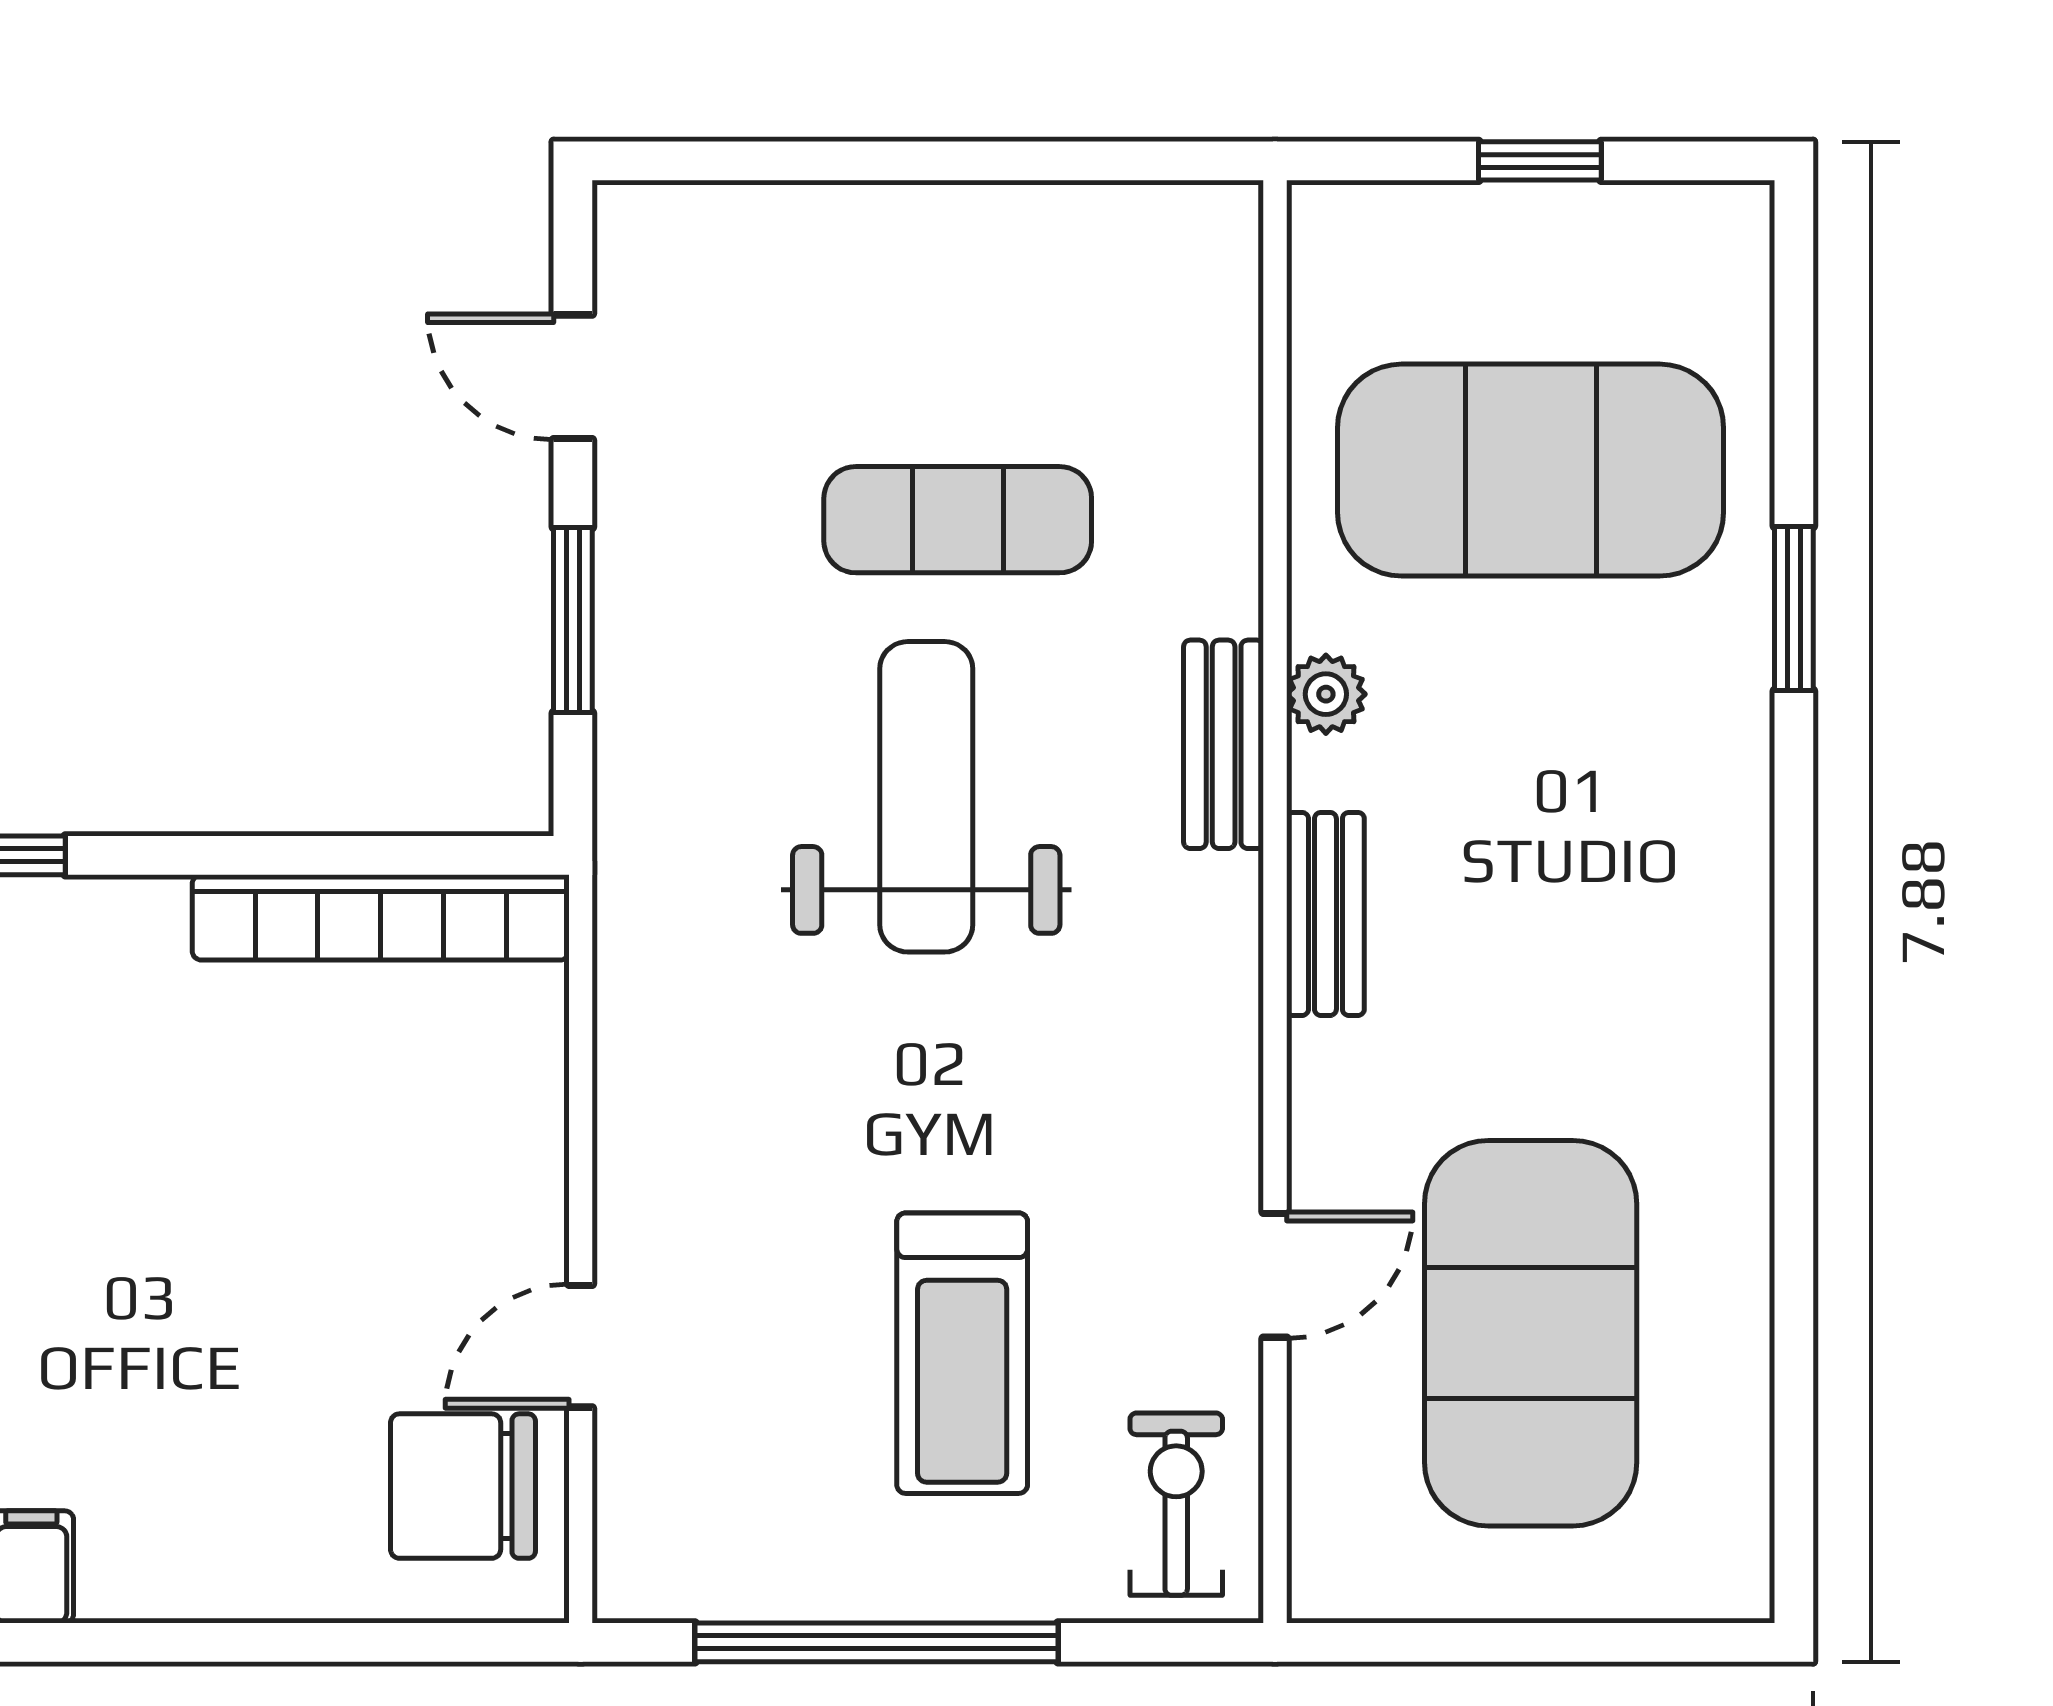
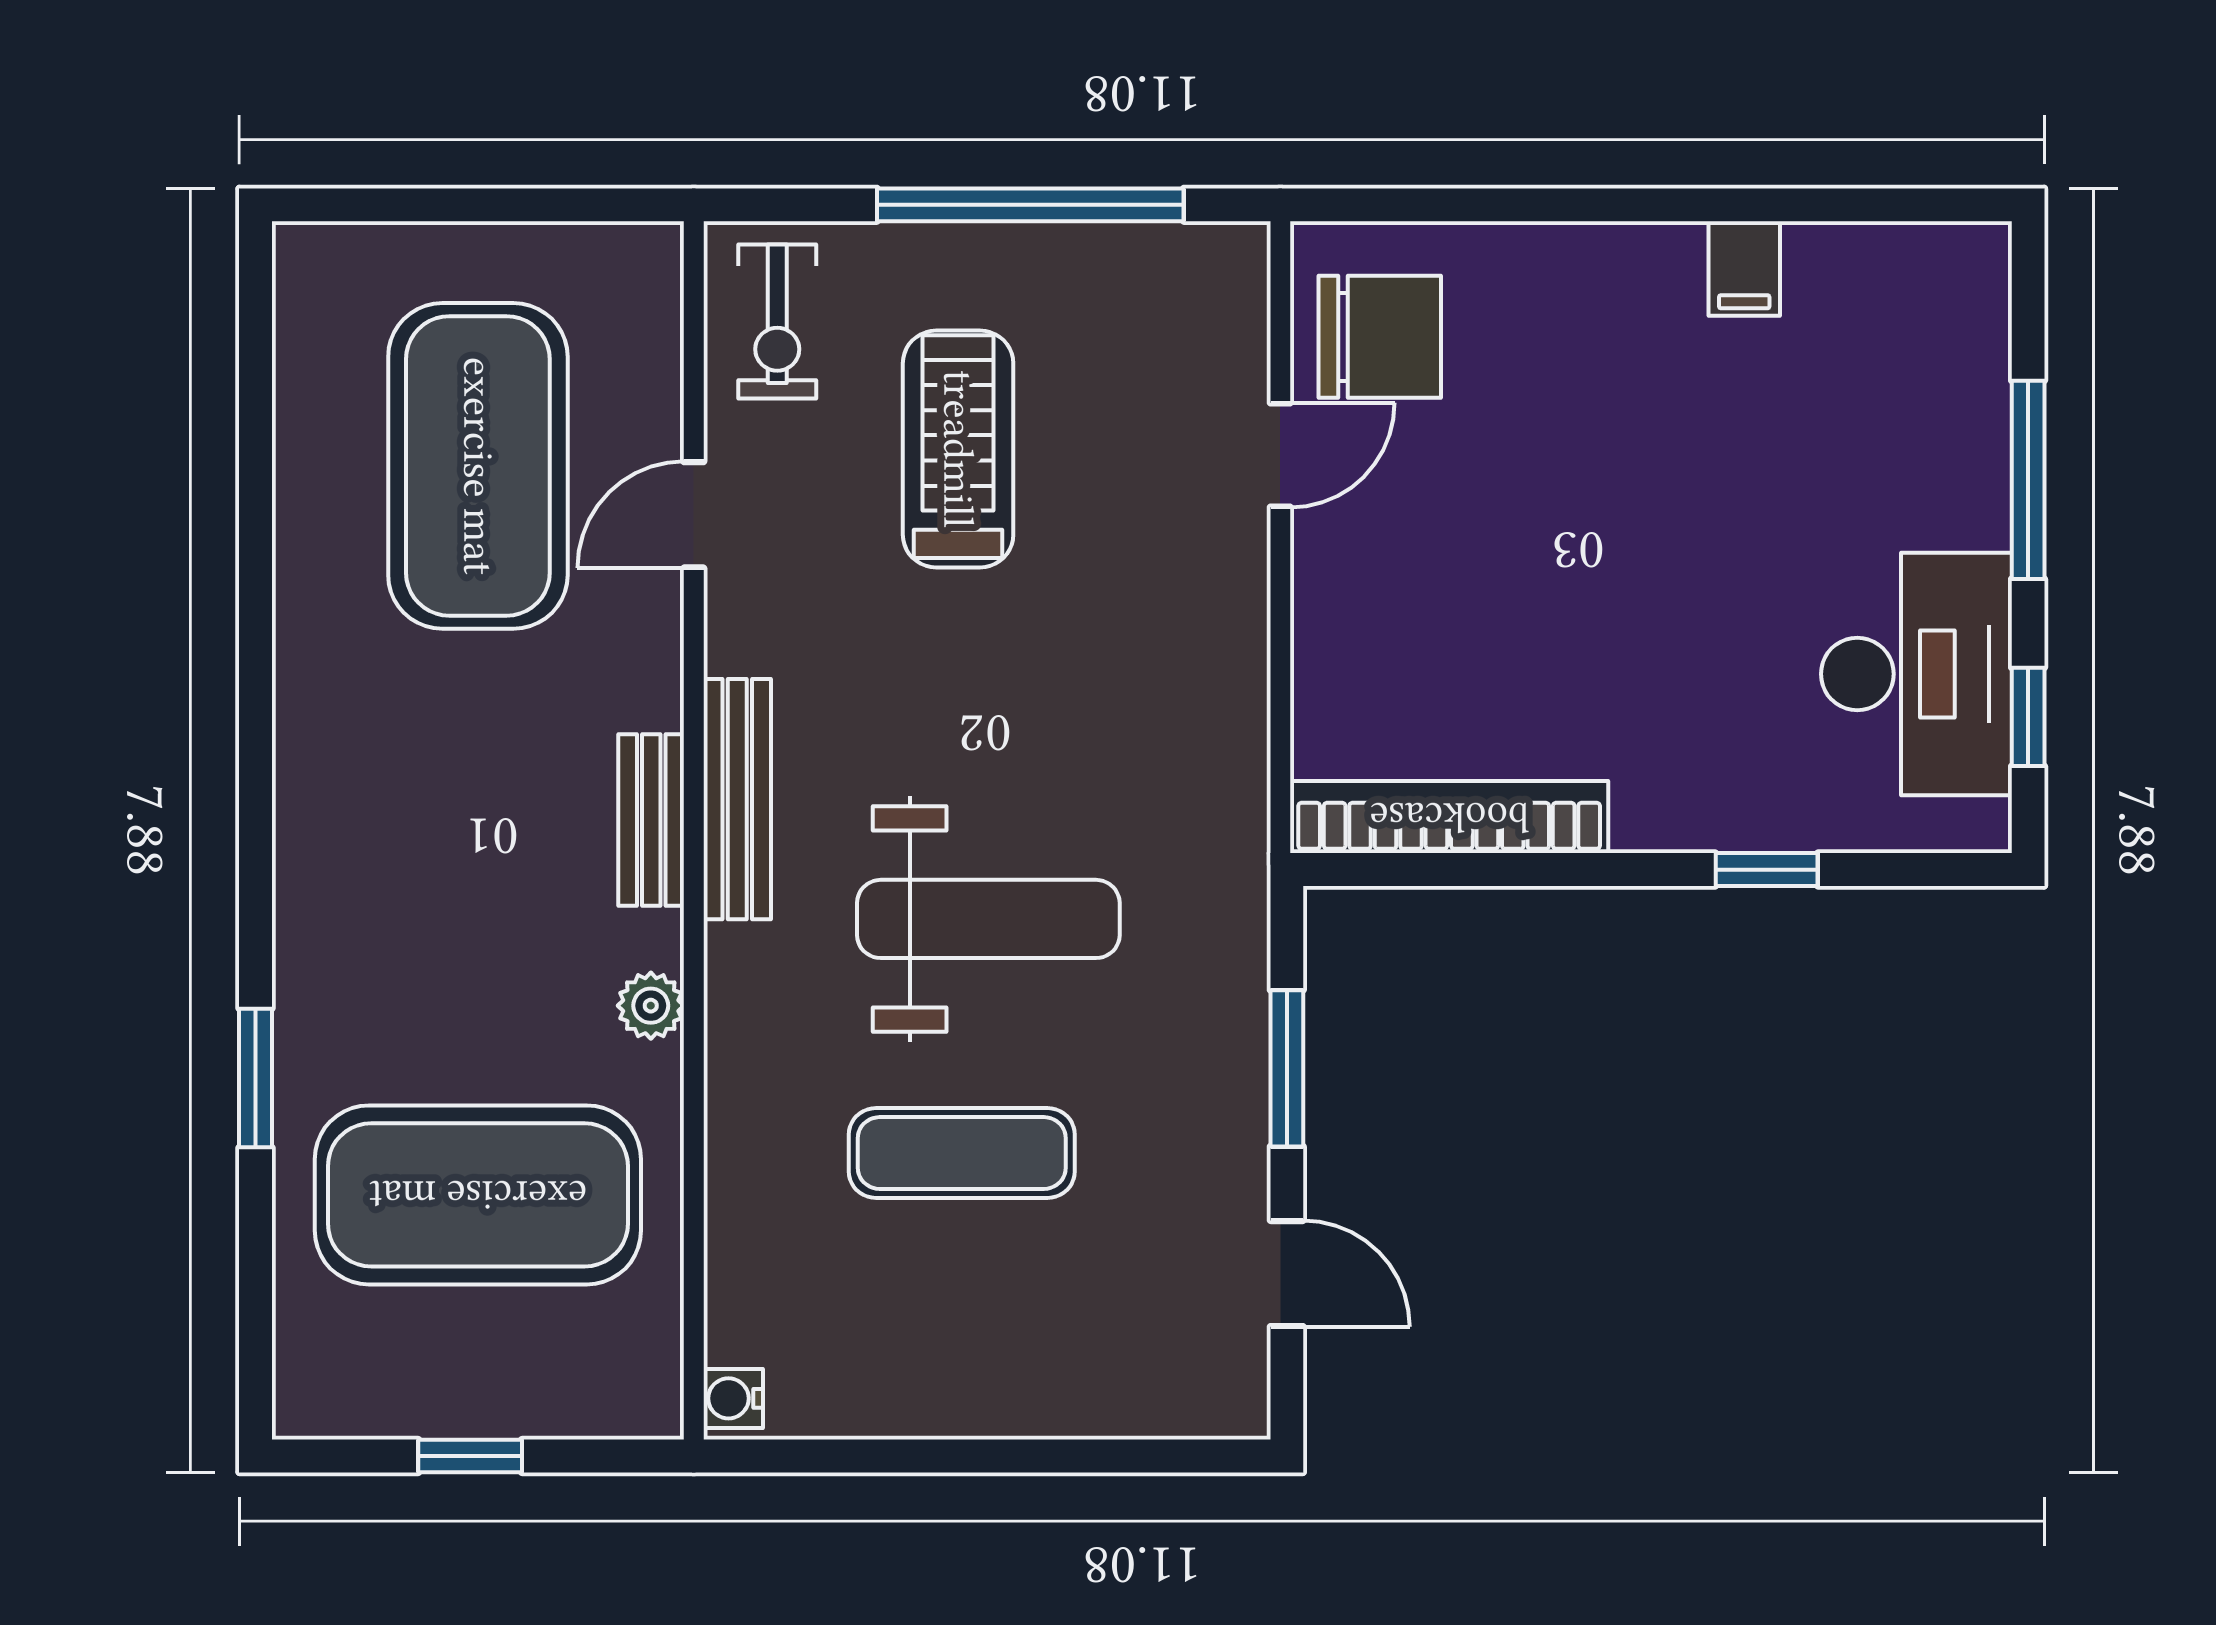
water cooler: (1228, 229) -> (733, 1398), added
bench: (1224, 744) -> (737, 799), moved, width x1.36
weight bench: (926, 797) -> (988, 919), turned -90

